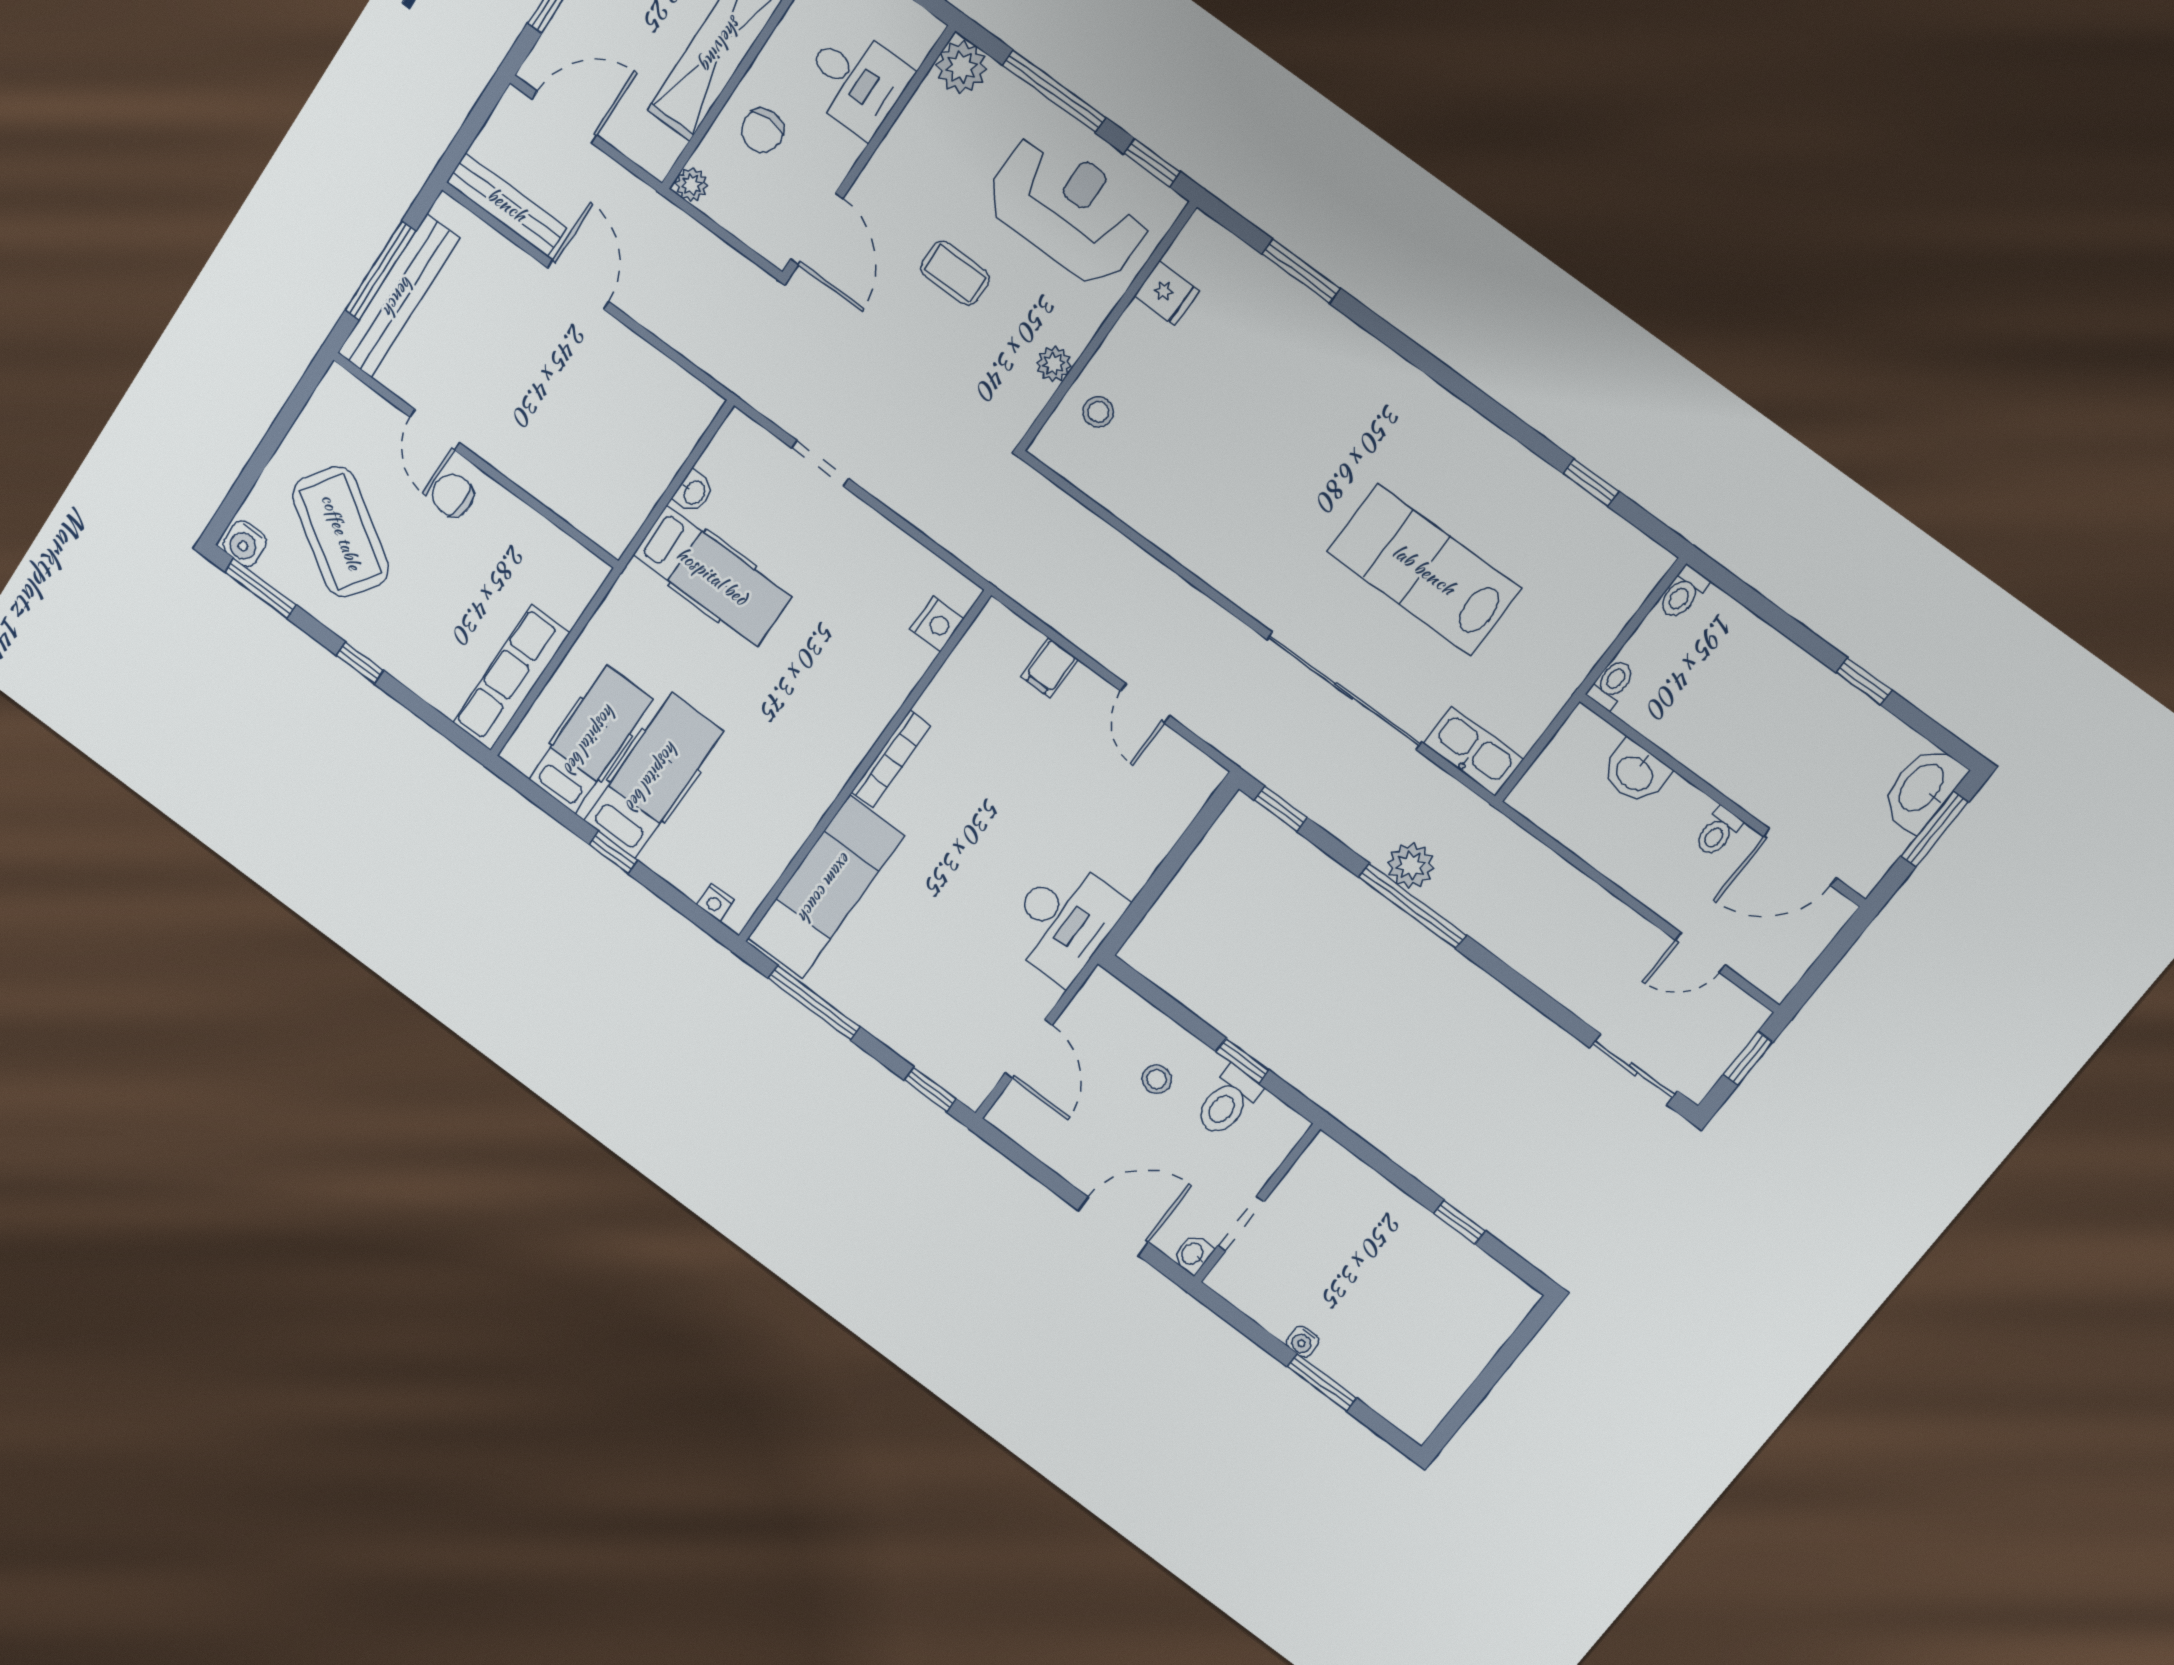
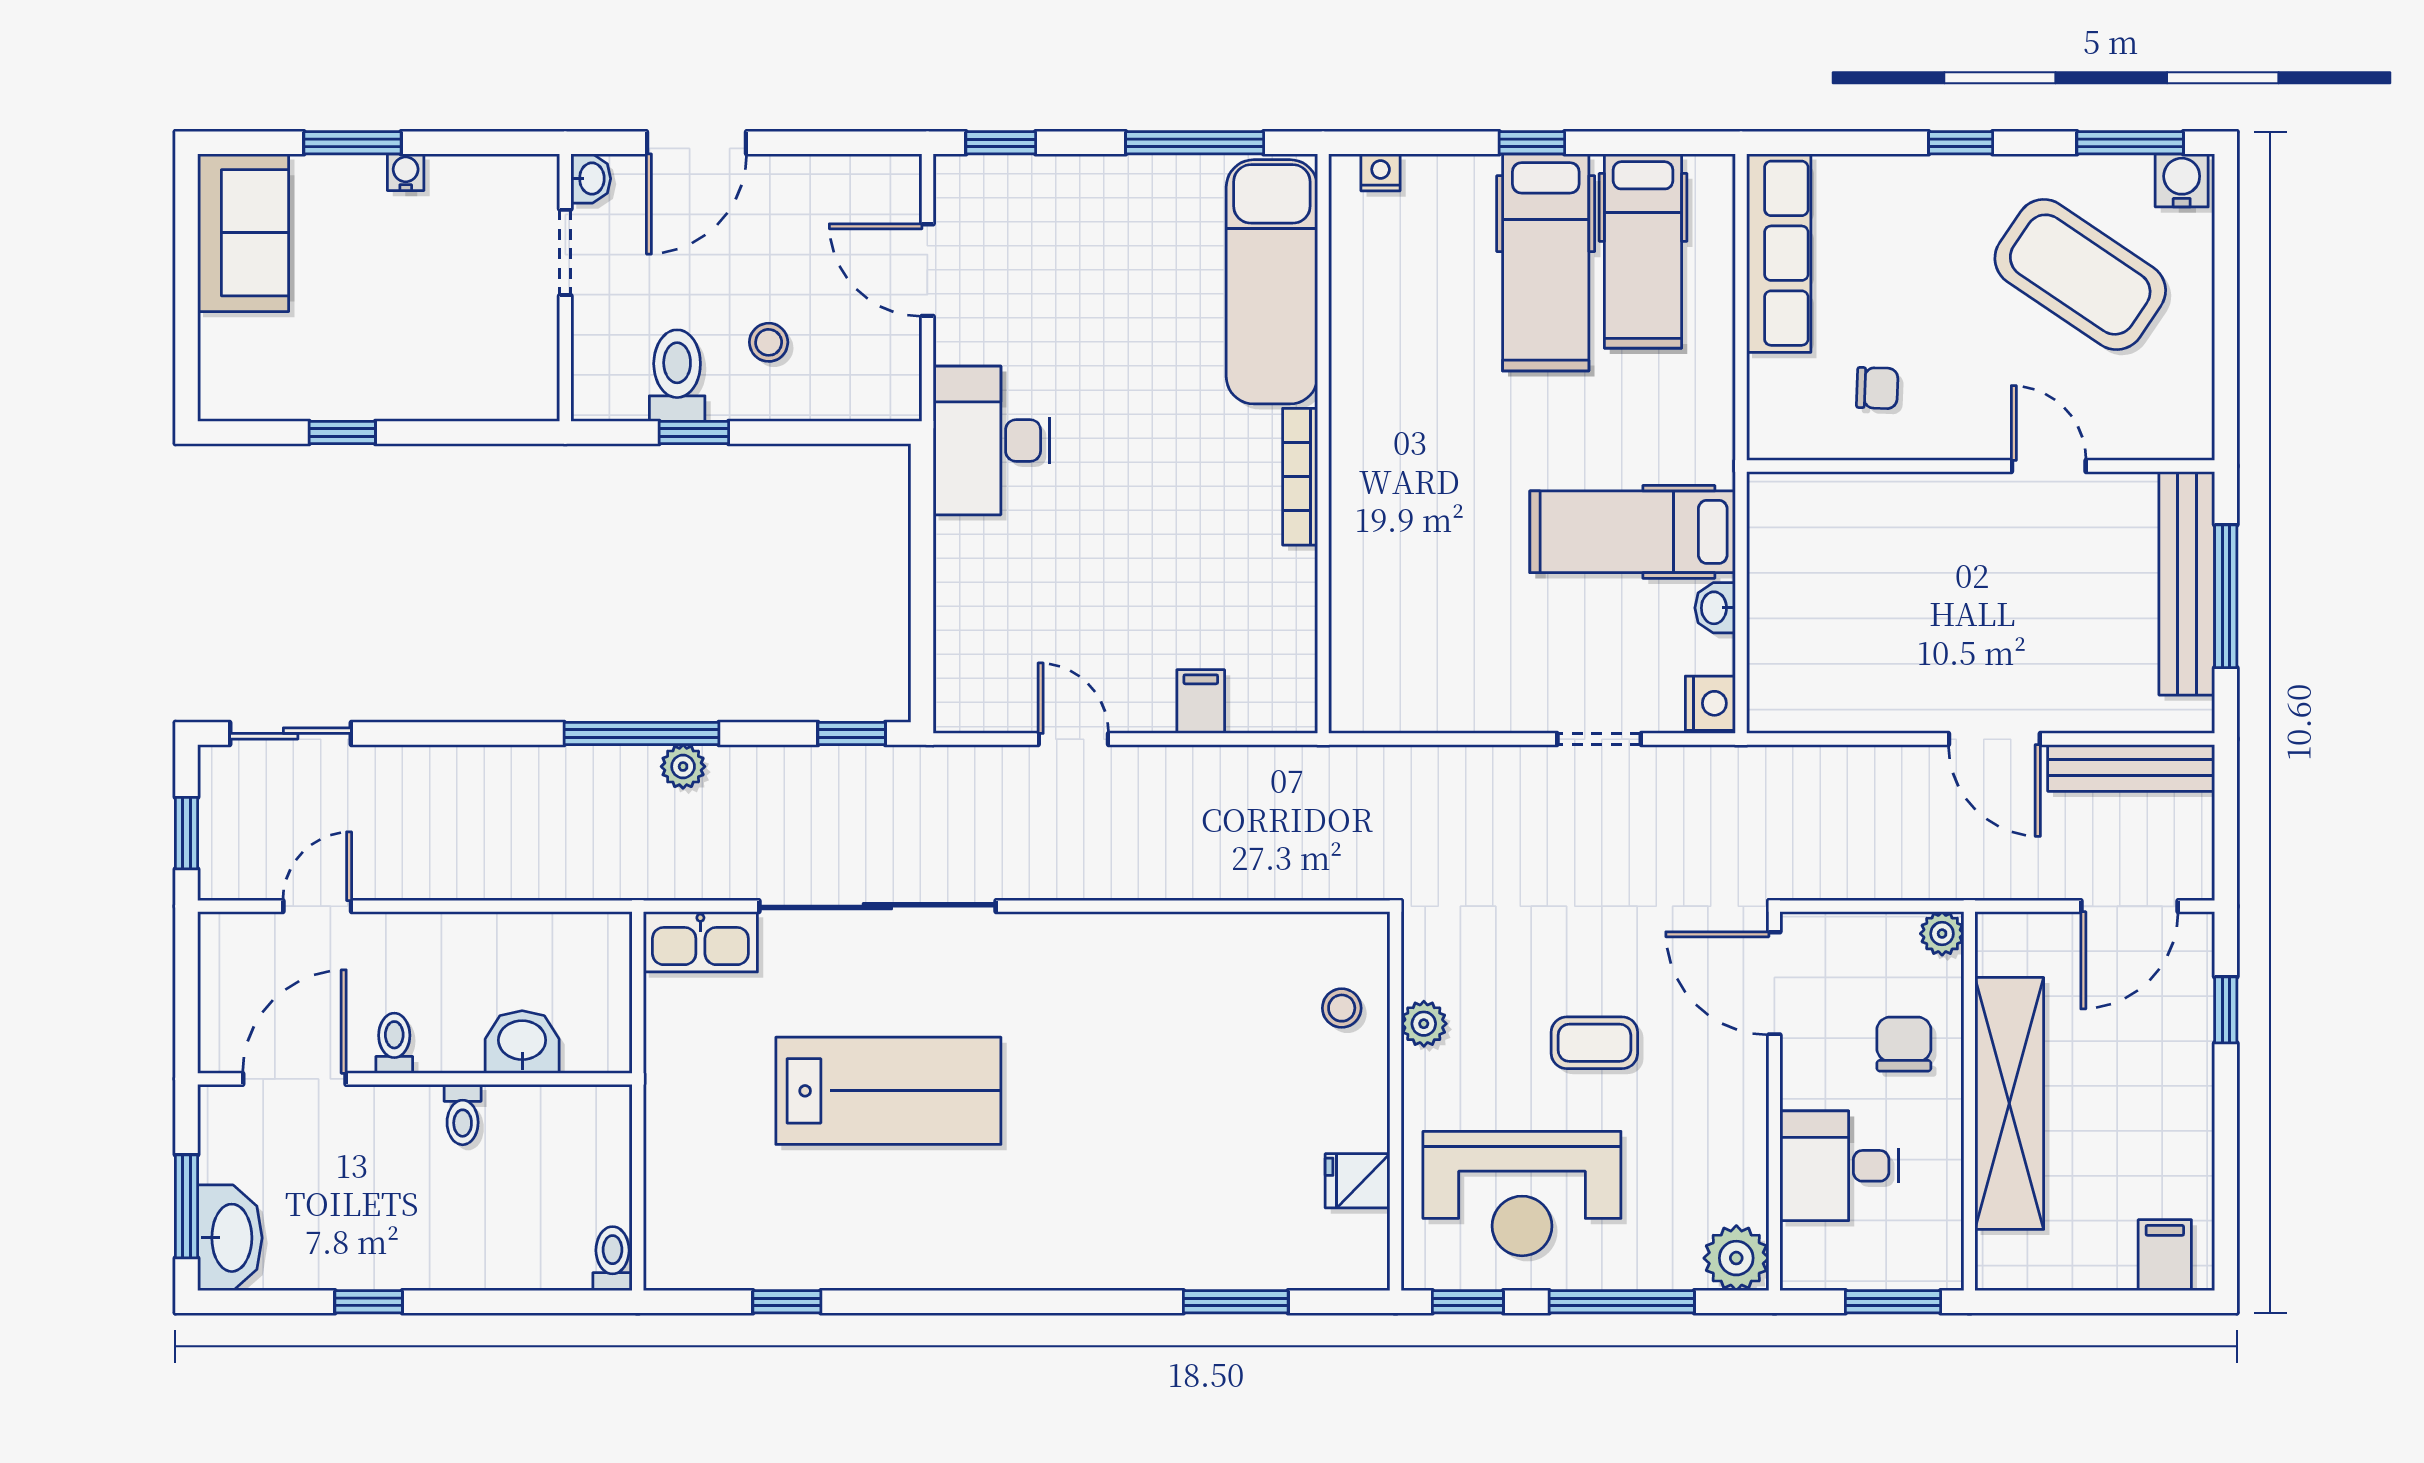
chair: (453, 495) -> (1877, 388), moved, width x0.73, depth x0.73
nightstand: (937, 624) -> (1710, 703), moved, turned 180
toilet: (1612, 684) -> (463, 1115), moved
plant: (1411, 866) -> (683, 767), width x0.73, depth x0.73
sofa: (1429, 1382) -> (243, 233), added

